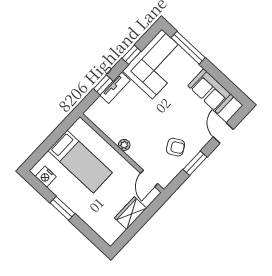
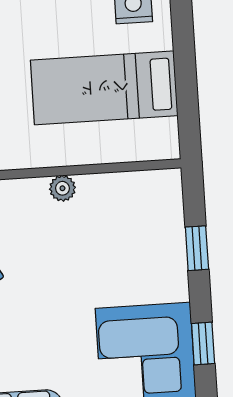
tv unit: (115, 88) -> (173, 264), removed

